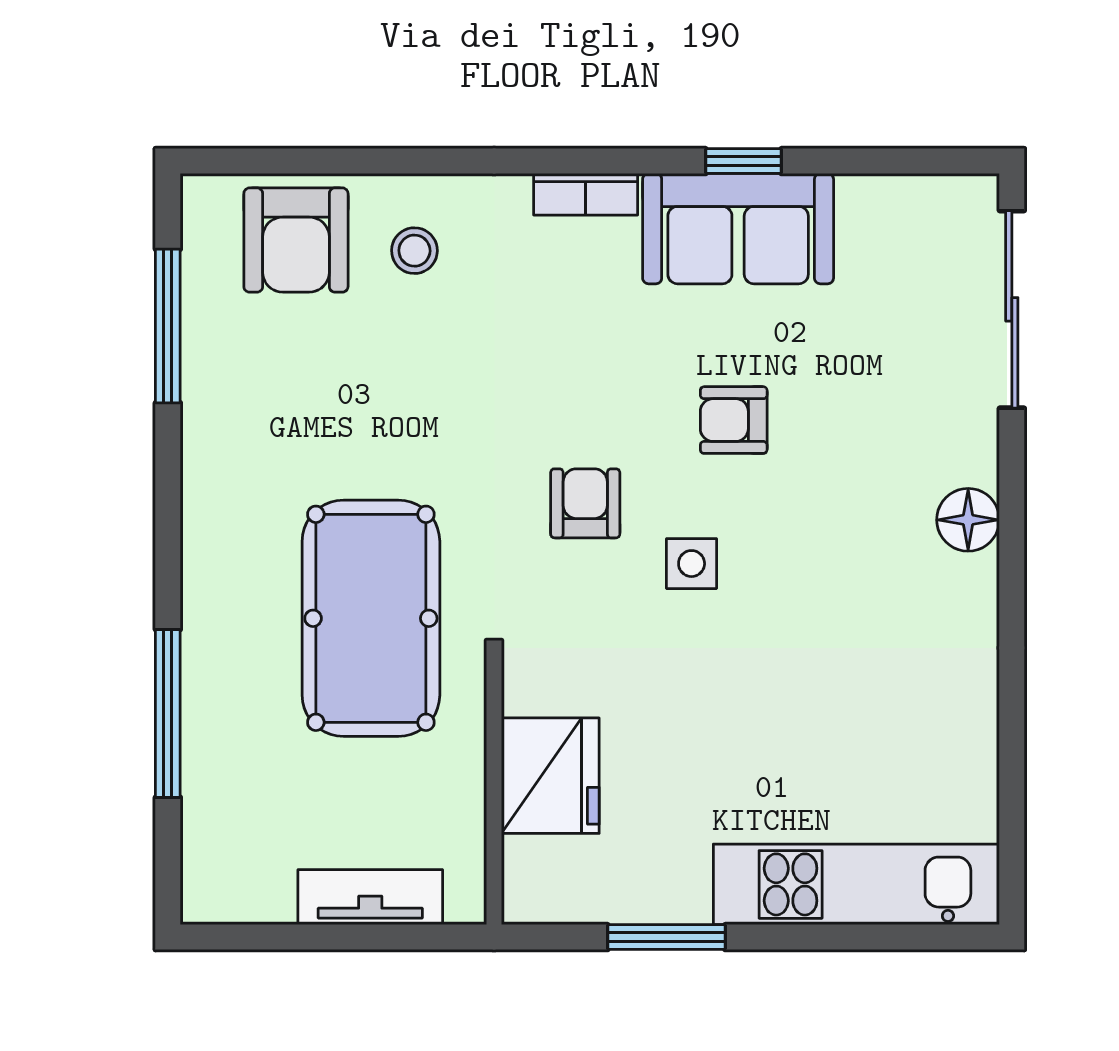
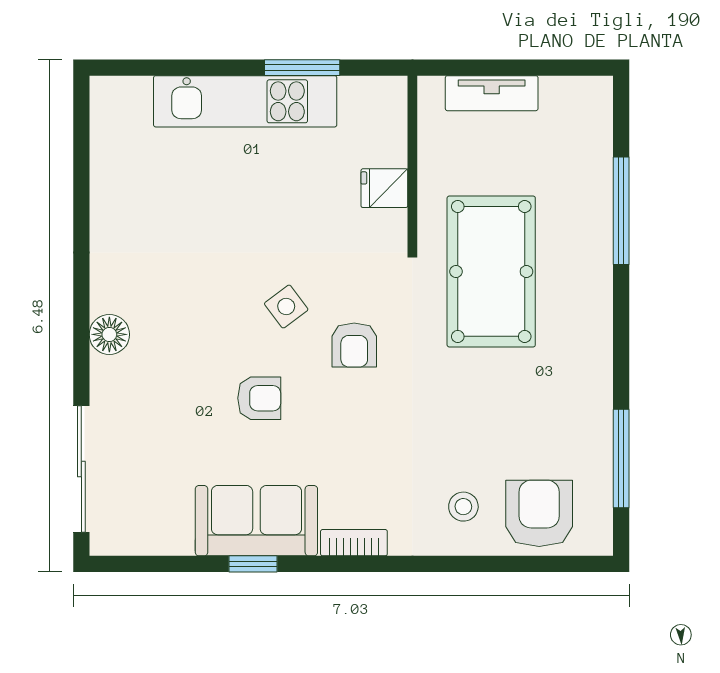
side table: (692, 564) -> (286, 307), turned -37
fridge: (550, 776) -> (384, 188), width x0.53, depth x0.75
kitchen unit: (856, 884) -> (245, 101), moved

